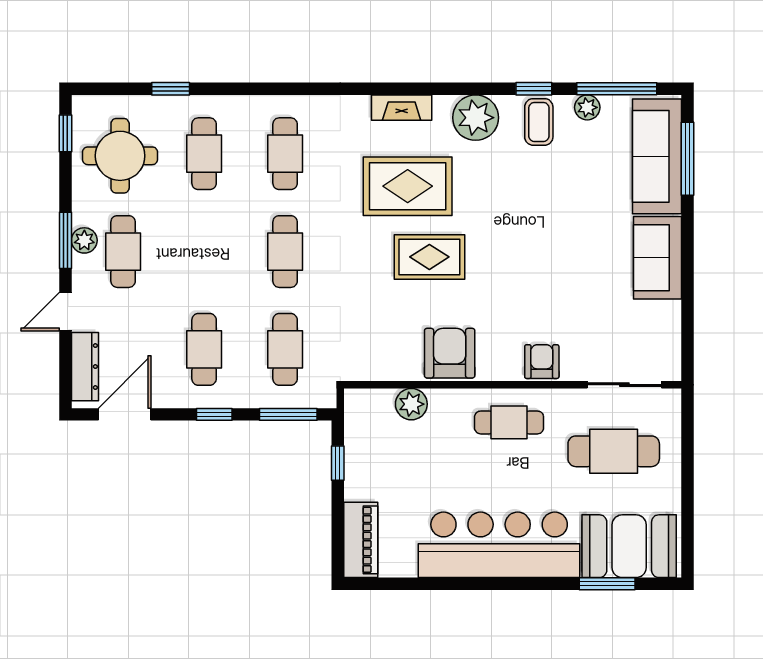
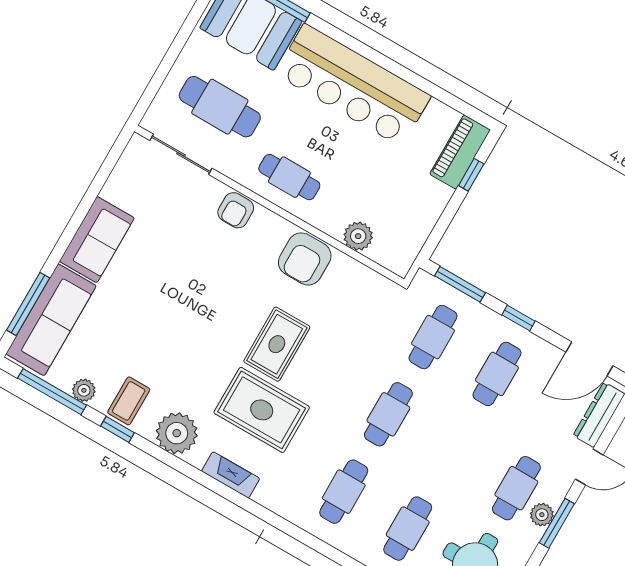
rug: (429, 257) -> (277, 344), turned 90
window: (338, 463) -> (471, 175), moved

